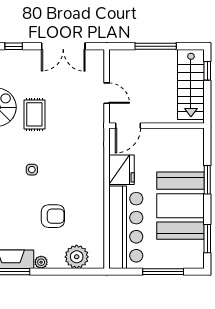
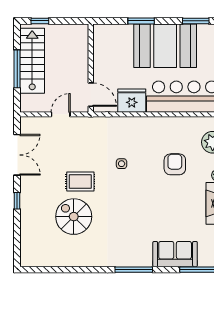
stairs: (191, 84) -> (32, 61), moved, turned -90
side table: (32, 170) -> (122, 164), moved

